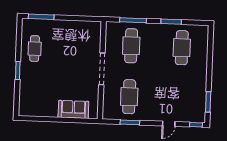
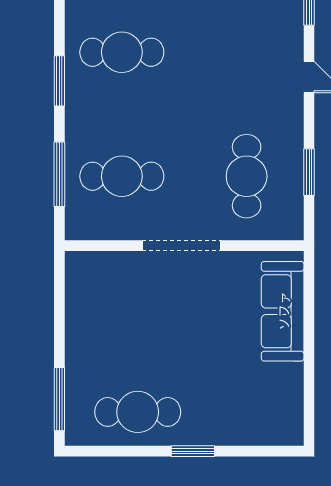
cafe table: (35, 49) -> (138, 412), width x1.37, depth x1.35
cafe table: (129, 97) -> (247, 176), turned 90
sofa: (73, 109) -> (283, 311), width x1.36

